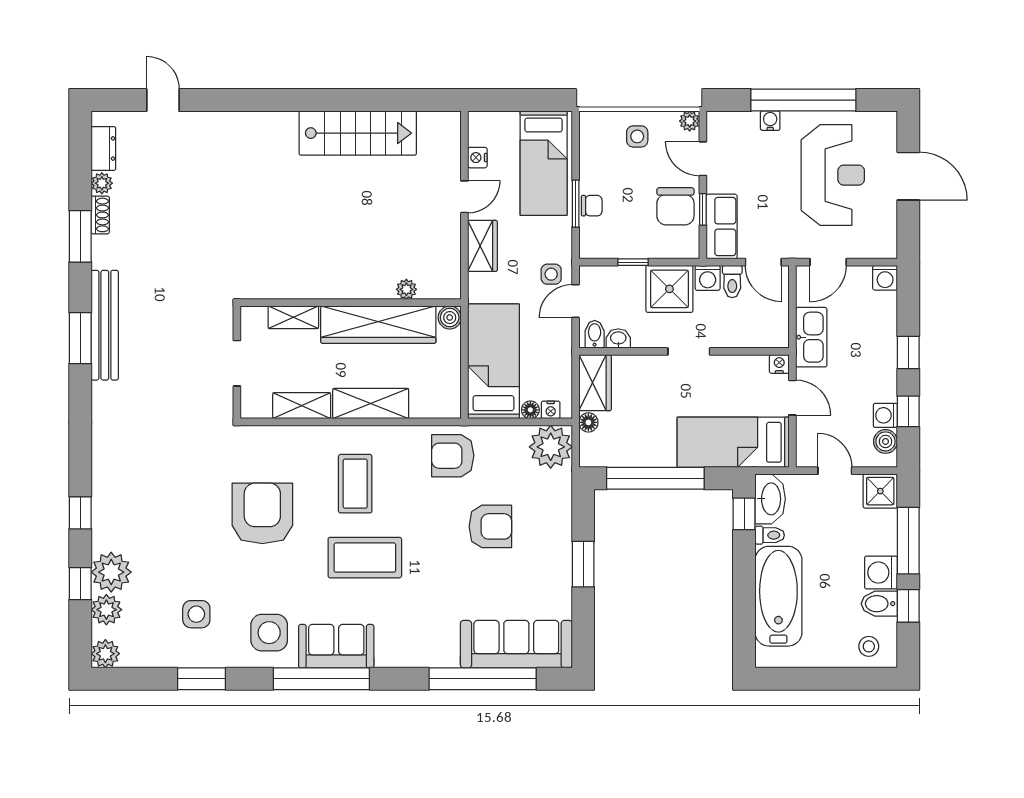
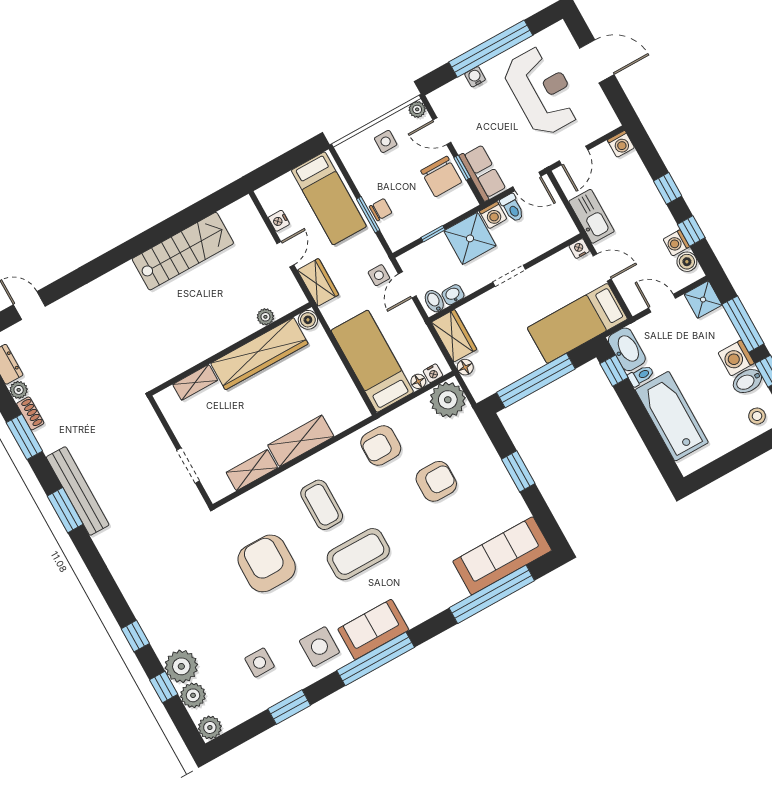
plant: (406, 289) -> (265, 317), moved
wall: (351, 303) -> (231, 349), moved
shelving: (293, 317) -> (195, 382), moved
boiler: (450, 318) -> (308, 320), moved
wardrobe: (378, 325) -> (259, 354), moved

